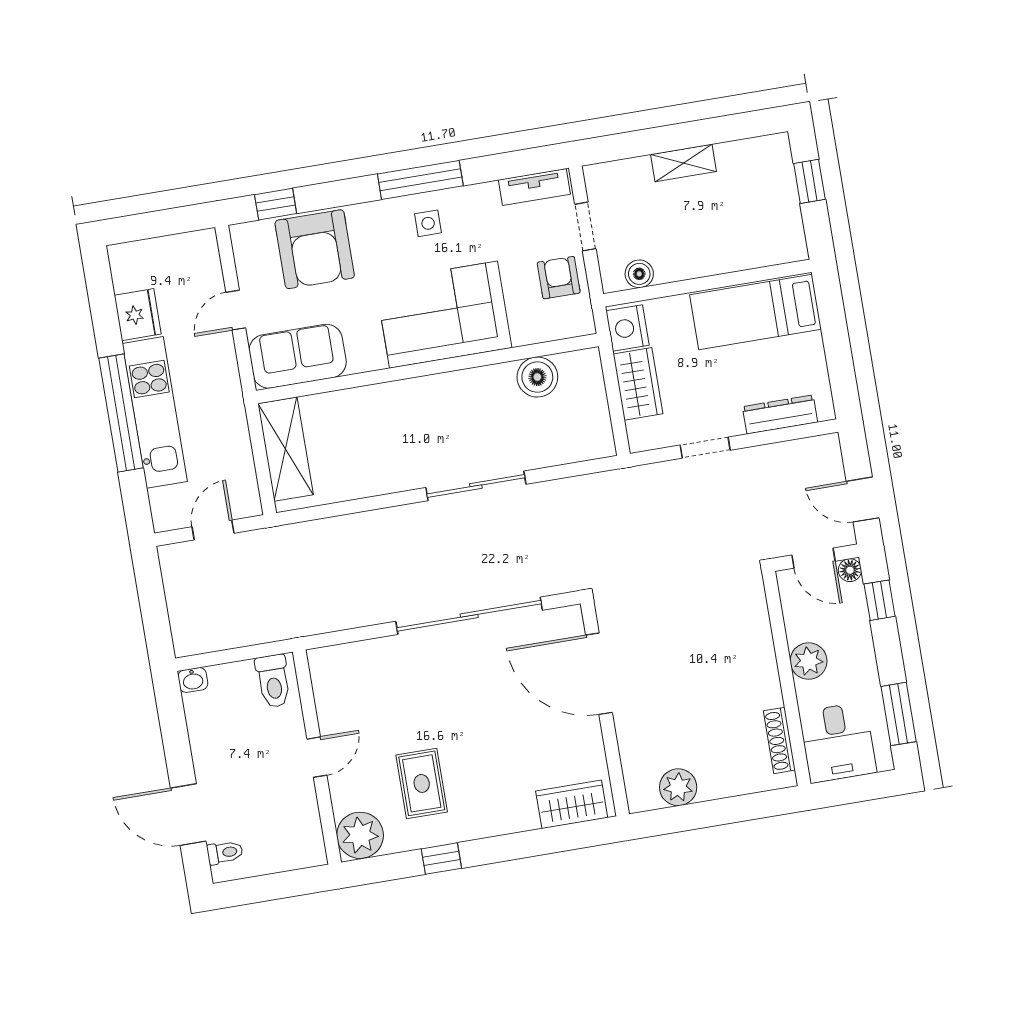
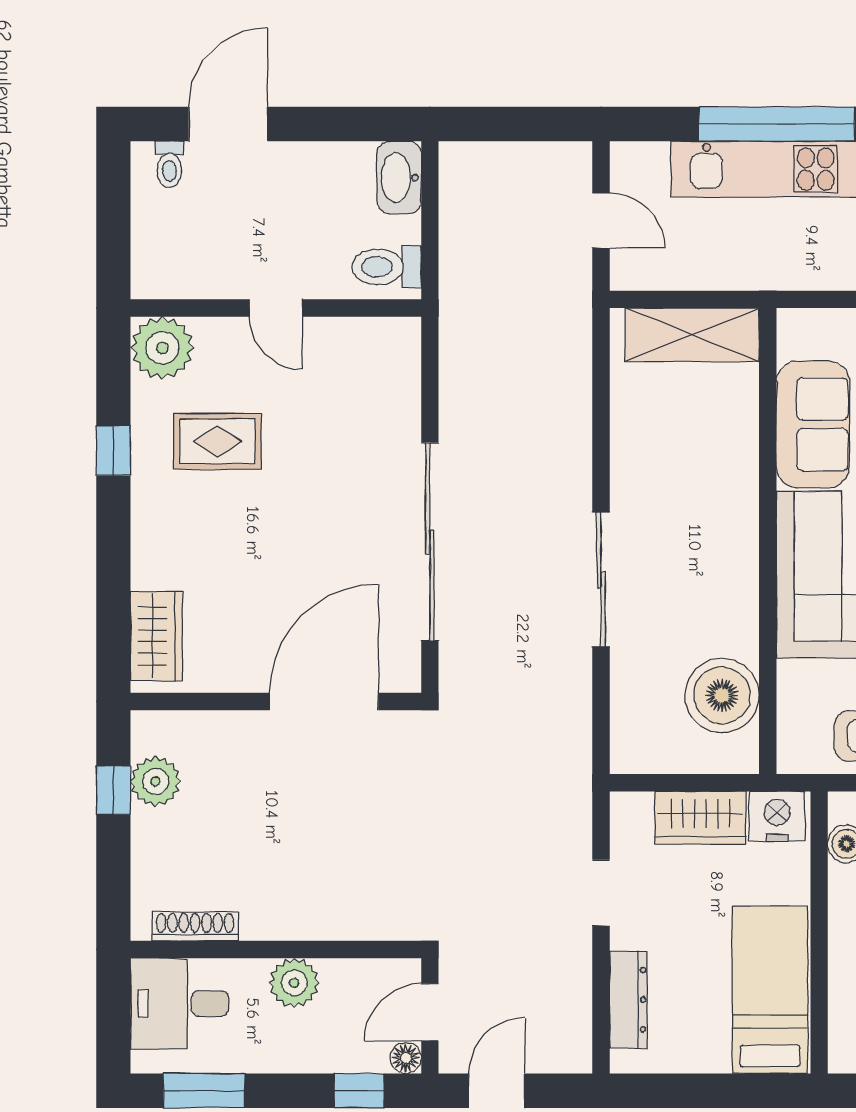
sofa: (298, 356) -> (813, 424), moved
boiler: (537, 377) -> (722, 695), width x1.37, depth x1.37
washbasin: (193, 680) -> (399, 178), width x1.91, depth x1.45
window: (690, 817) -> (113, 790), added

